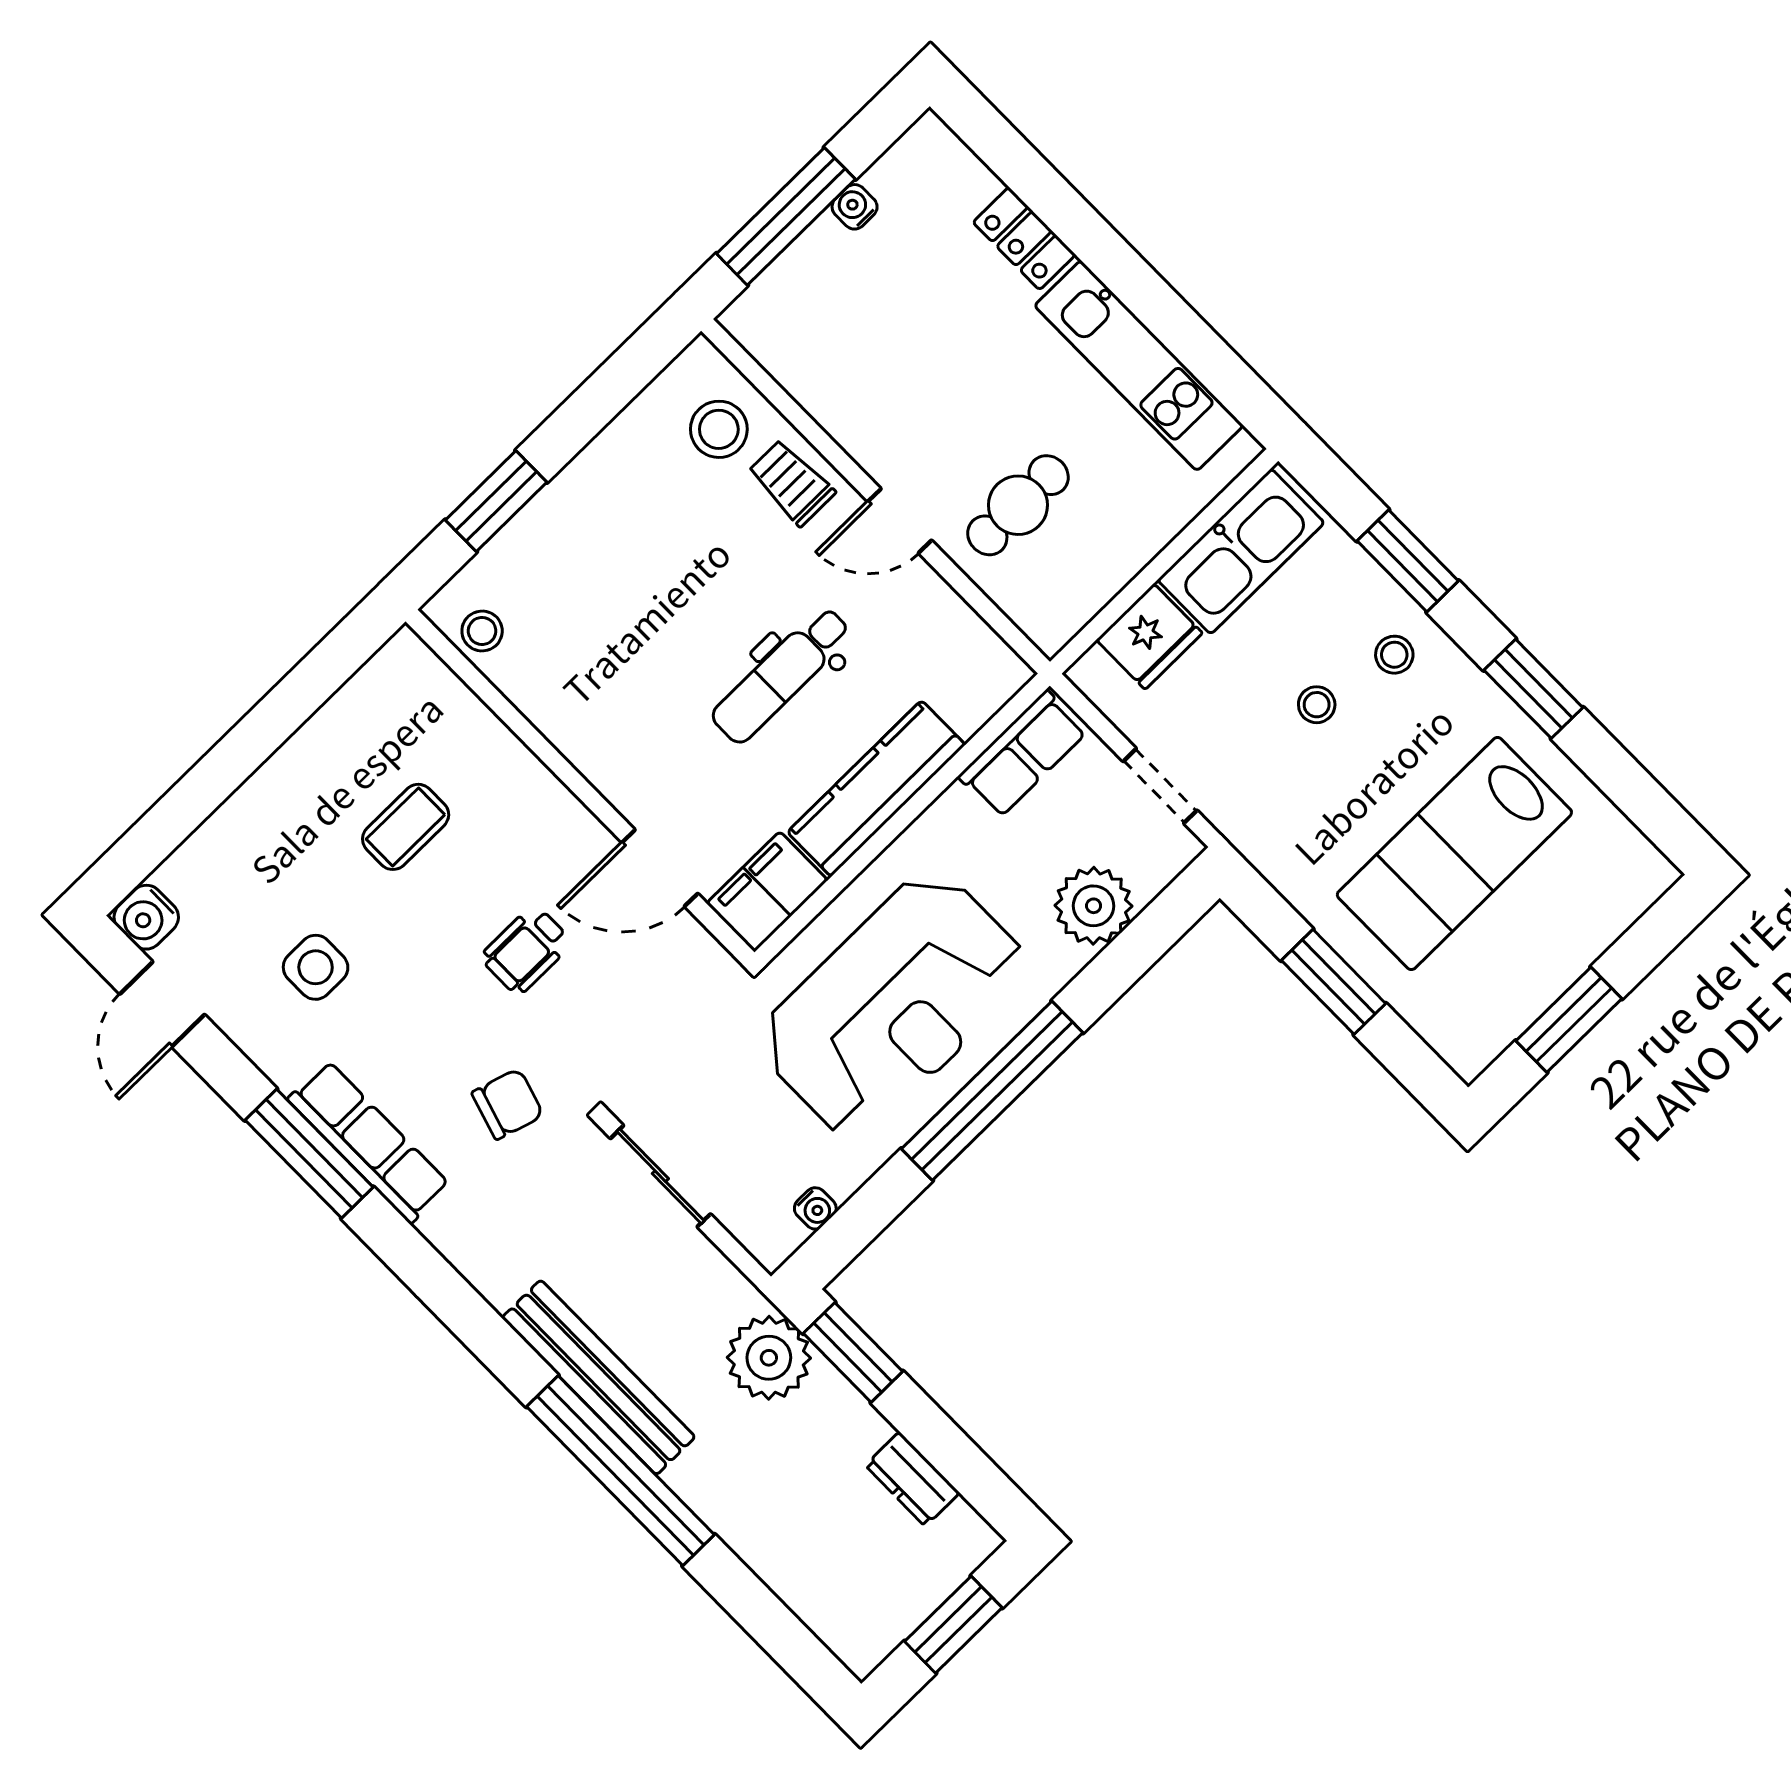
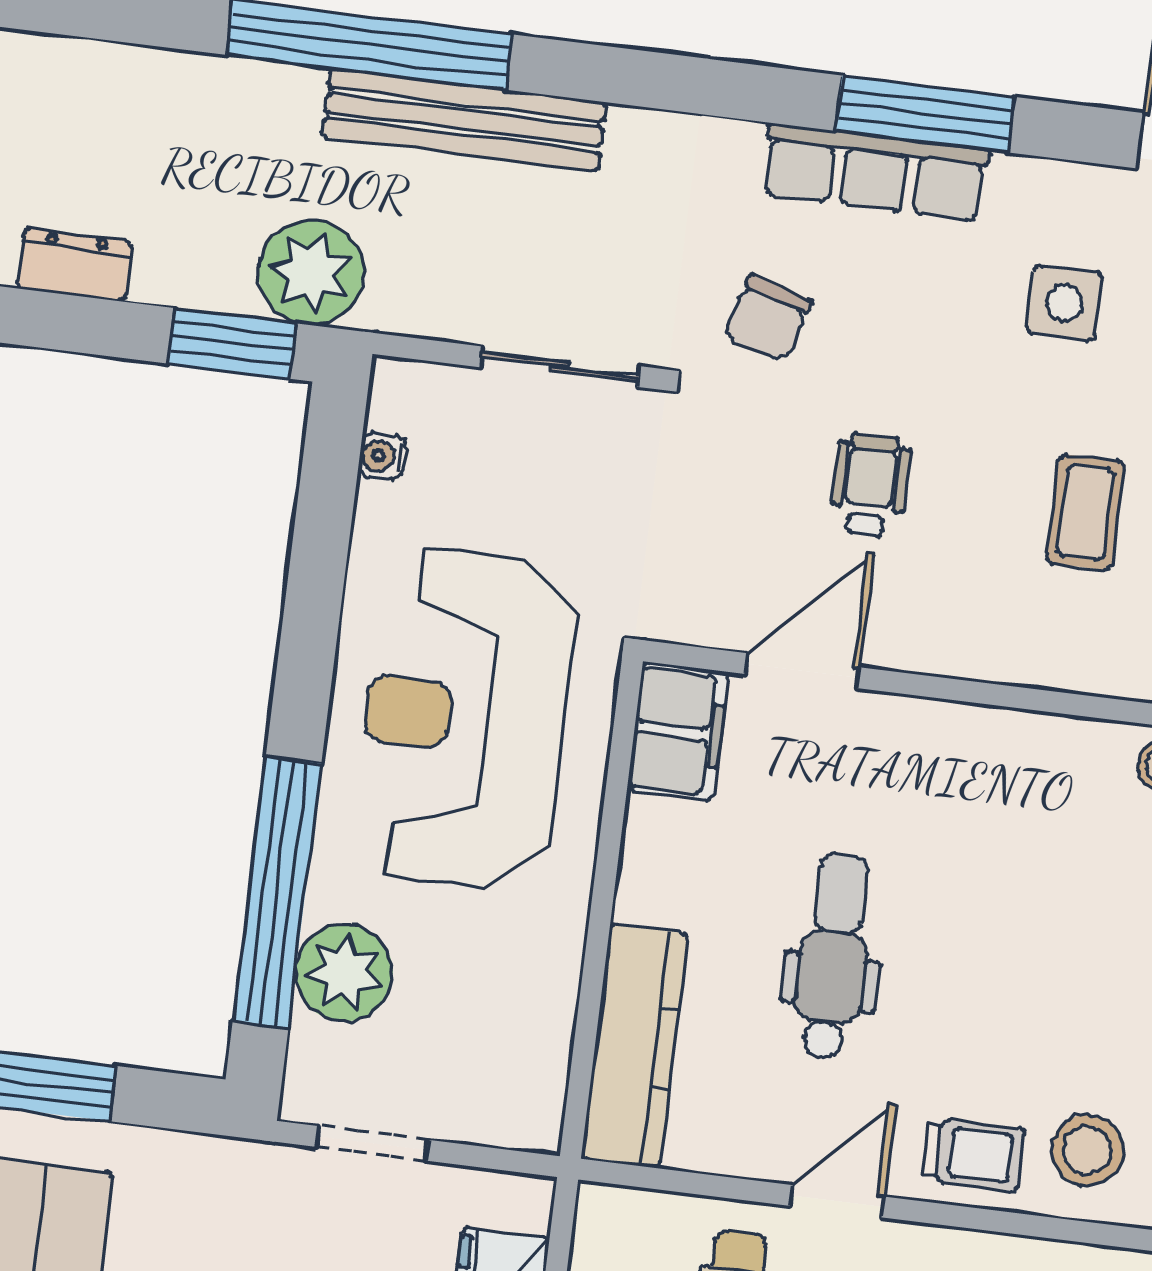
row of seats: (1023, 754) -> (533, 1067), removed
kitchen counter: (876, 788) -> (635, 1046), moved
window: (992, 1091) -> (277, 892), moved

